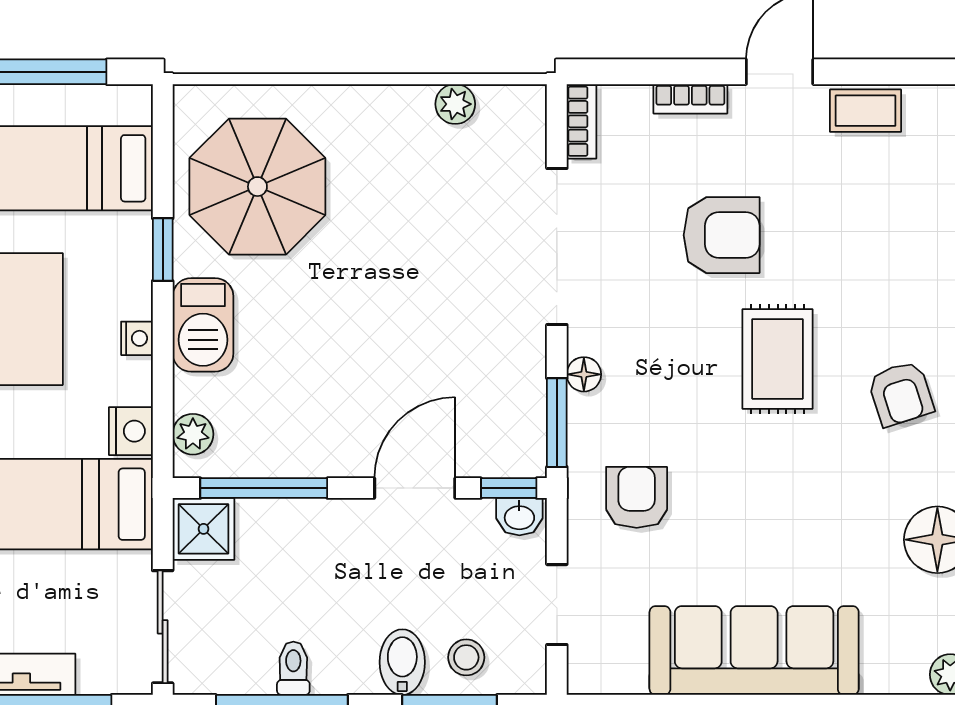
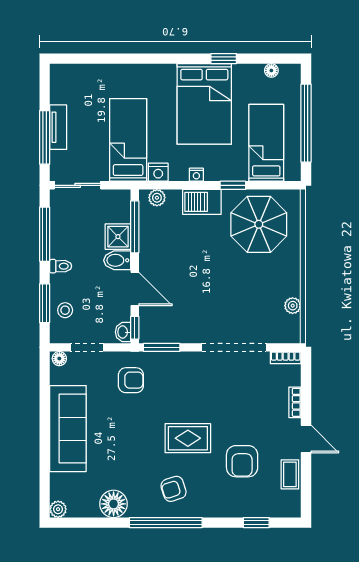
armchair: (722, 235) -> (242, 461), moved
floor lamp: (584, 374) -> (59, 359), moved
shower: (204, 529) -> (118, 237), moved
bidet: (402, 662) -> (117, 260), moved, turned 180
toilet: (293, 668) -> (61, 266), moved

